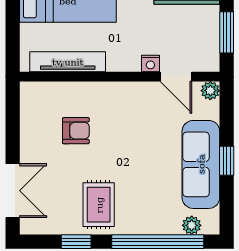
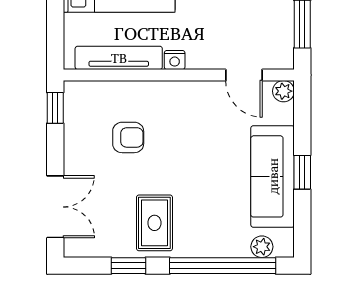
nightstand: (150, 64) -> (175, 60), moved
window: (13, 105) -> (55, 108), added

